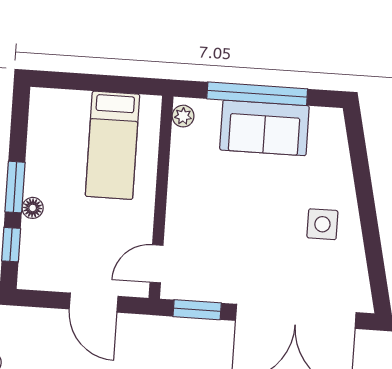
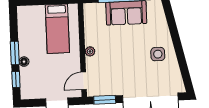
plant: (183, 116) -> (90, 51), moved

